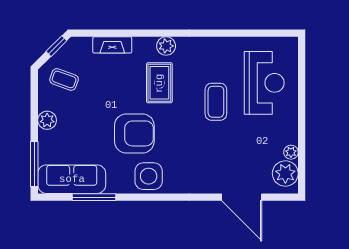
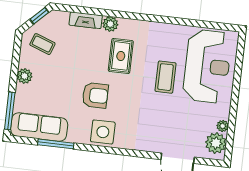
plant: (166, 46) -> (110, 24), moved
reception desk: (264, 83) -> (207, 66), width x1.36, depth x1.30
armchair: (134, 133) -> (95, 95), width x0.73, depth x0.73

